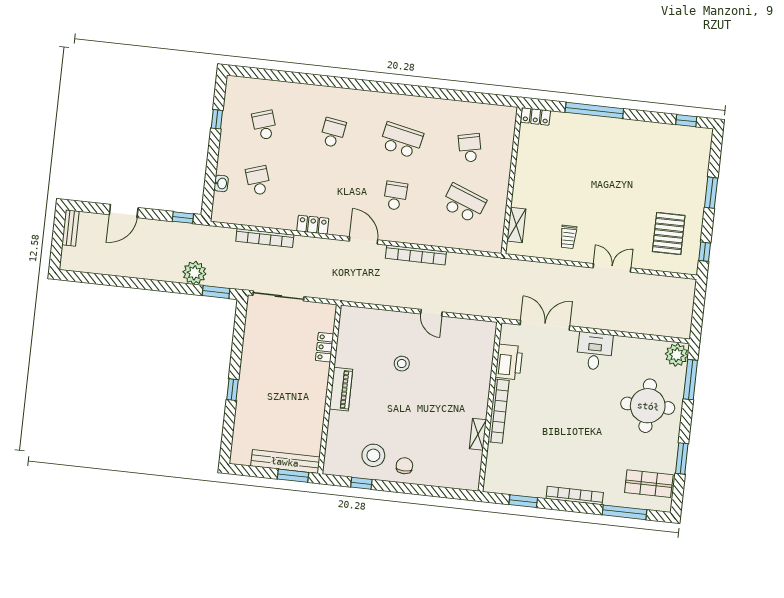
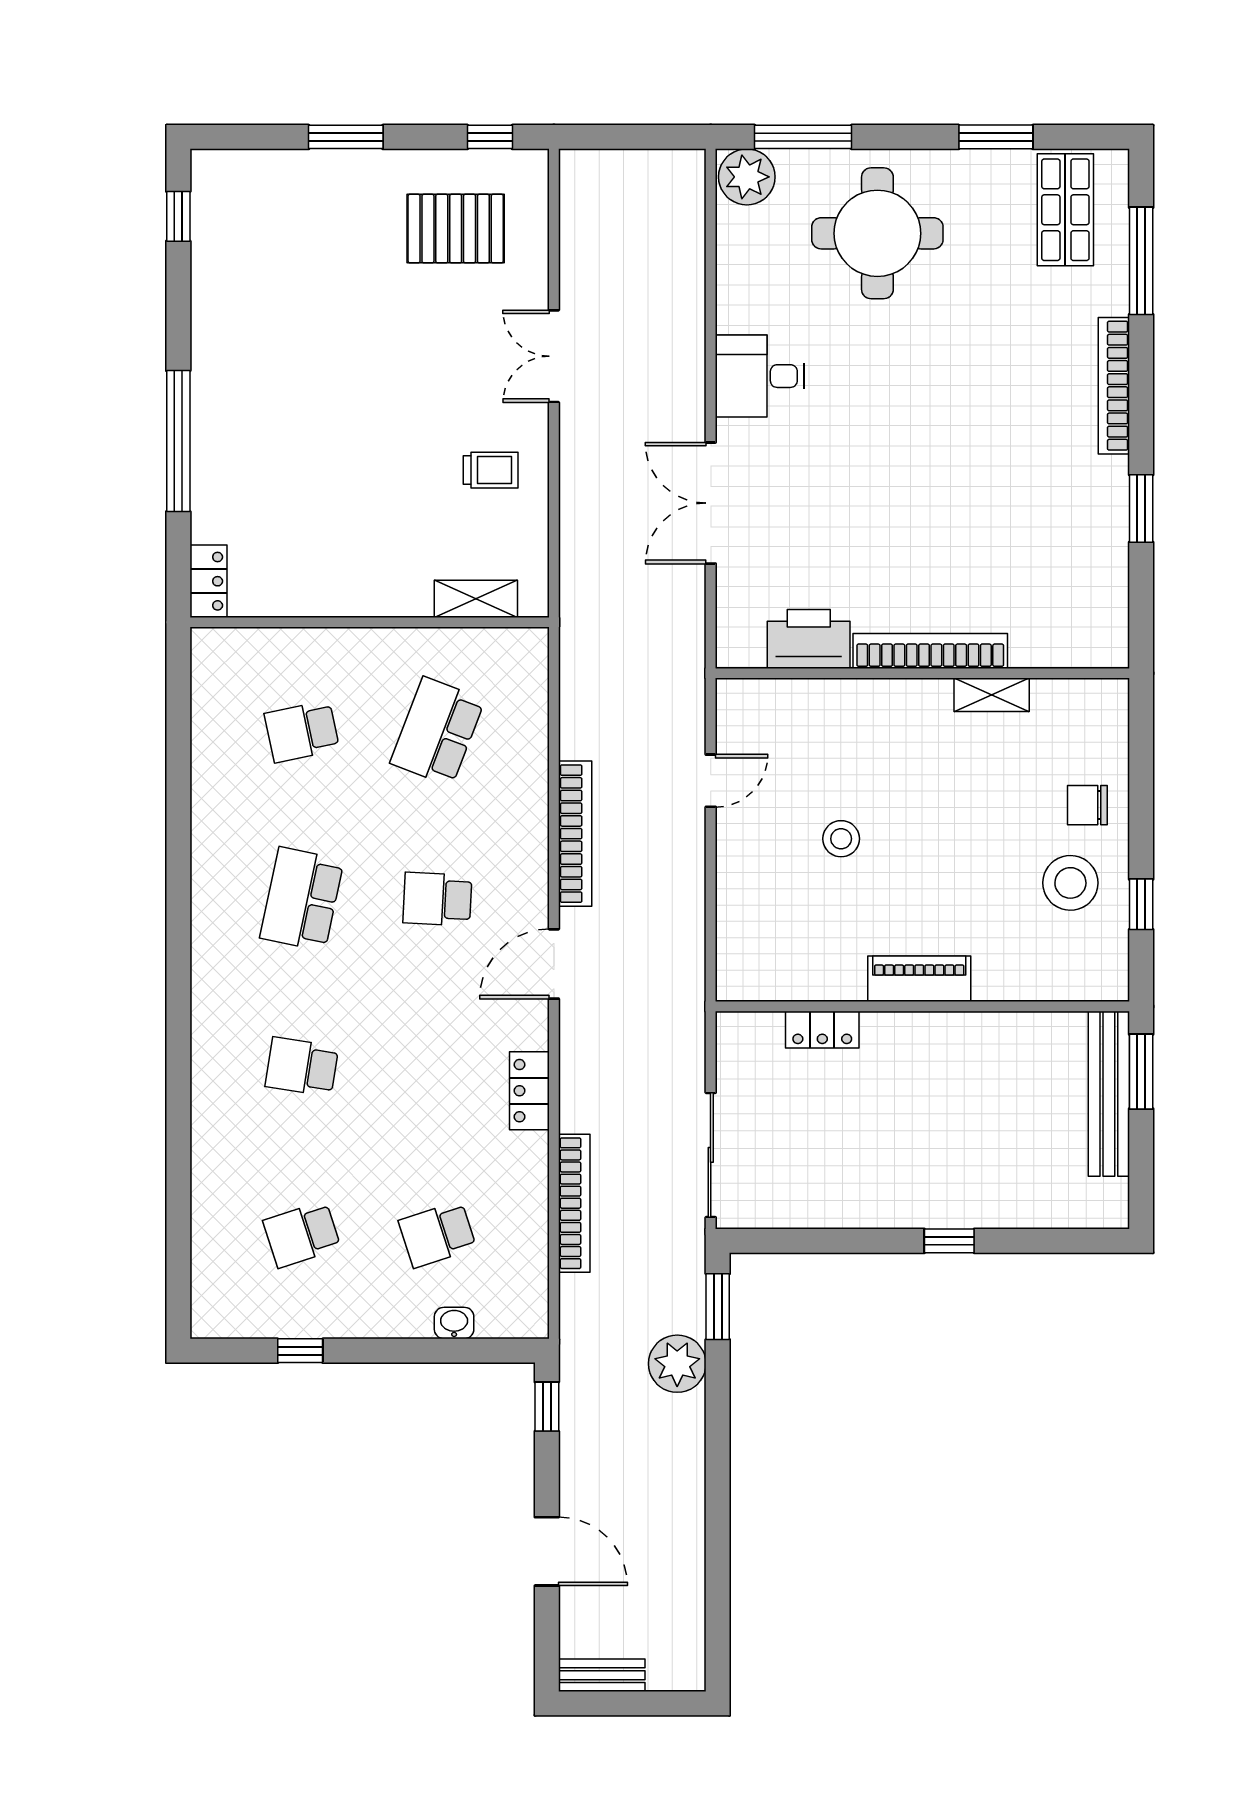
printer: (509, 362) -> (809, 639), moved
wall: (490, 407) -> (922, 673), moved
bookcase: (499, 411) -> (930, 651), moved
shelving: (478, 434) -> (992, 695), moved

